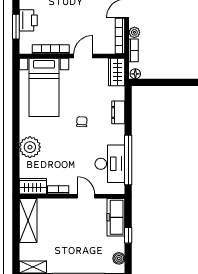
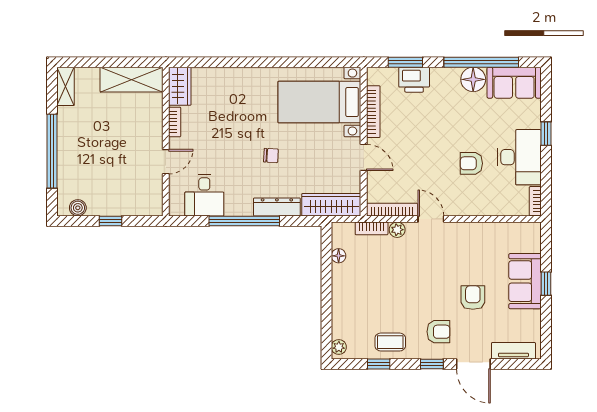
wardrobe: (117, 72) -> (331, 205), width x1.50
floor lamp: (135, 74) -> (339, 256), moved
dresser: (118, 112) -> (277, 207), width x1.44
plant: (30, 147) -> (235, 82), removed
window: (128, 160) -> (244, 221), moved
desk: (110, 164) -> (204, 195), width x0.73
freezer: (116, 217) -> (136, 204), removed

